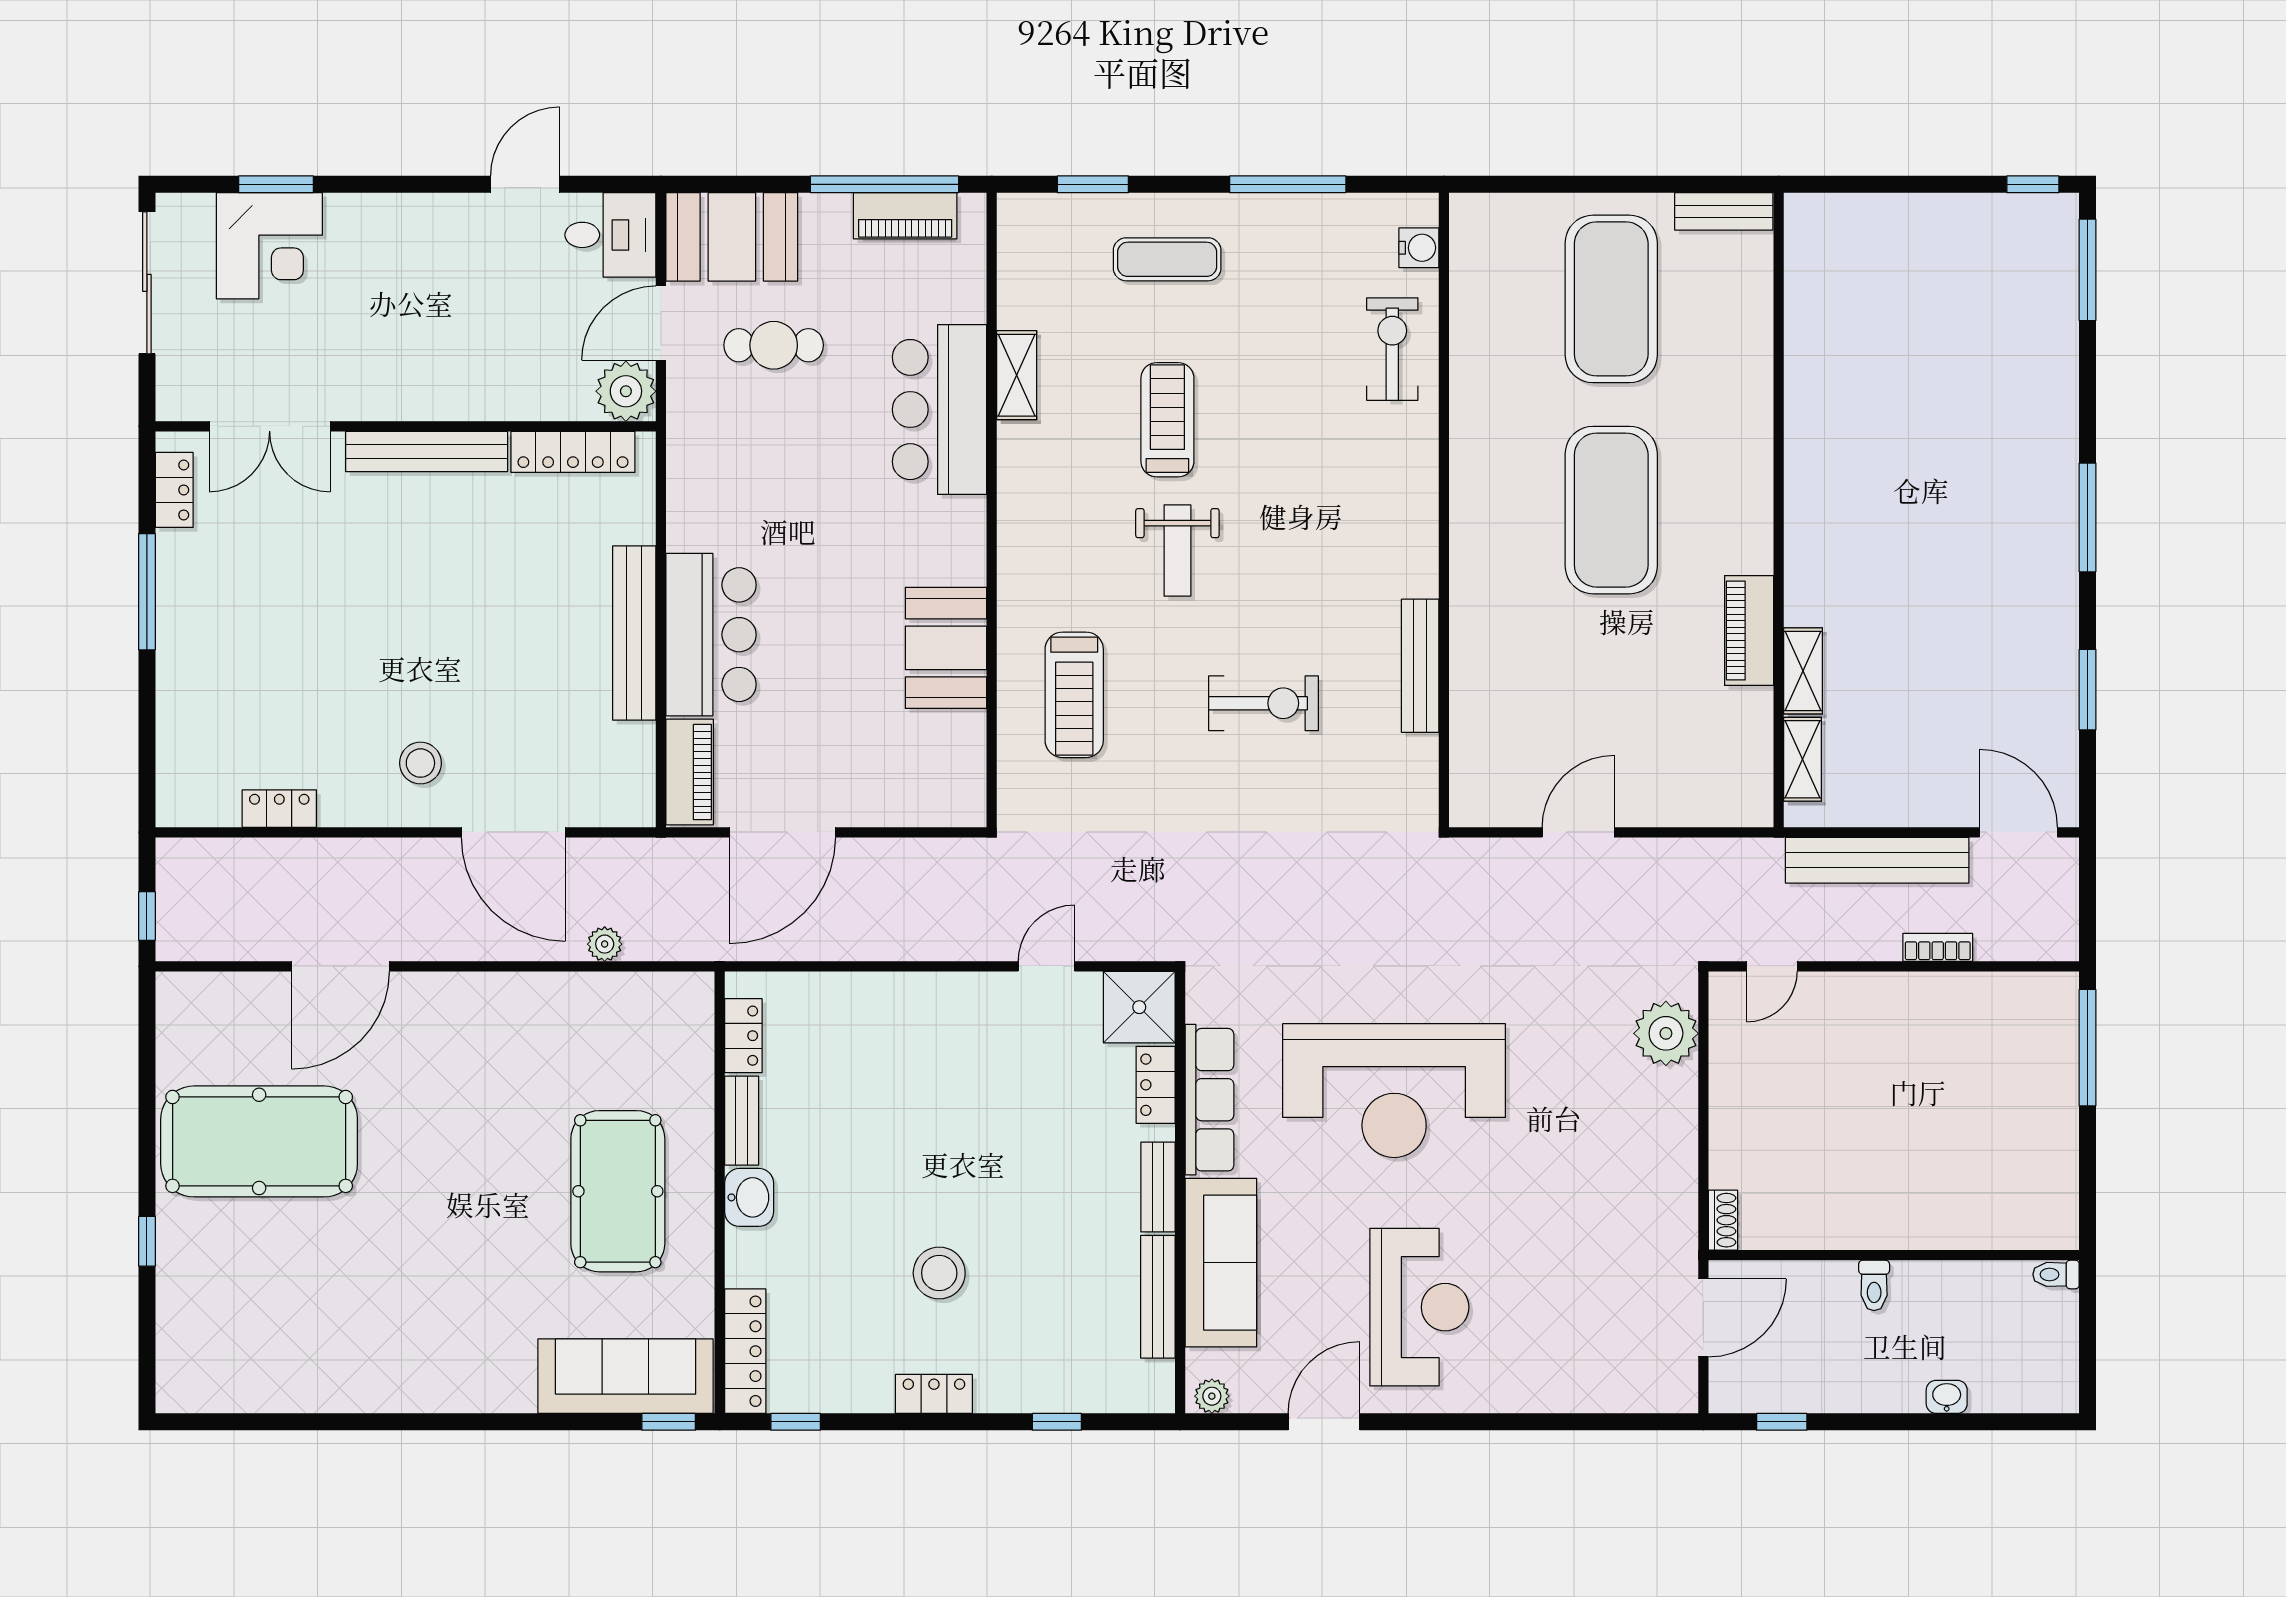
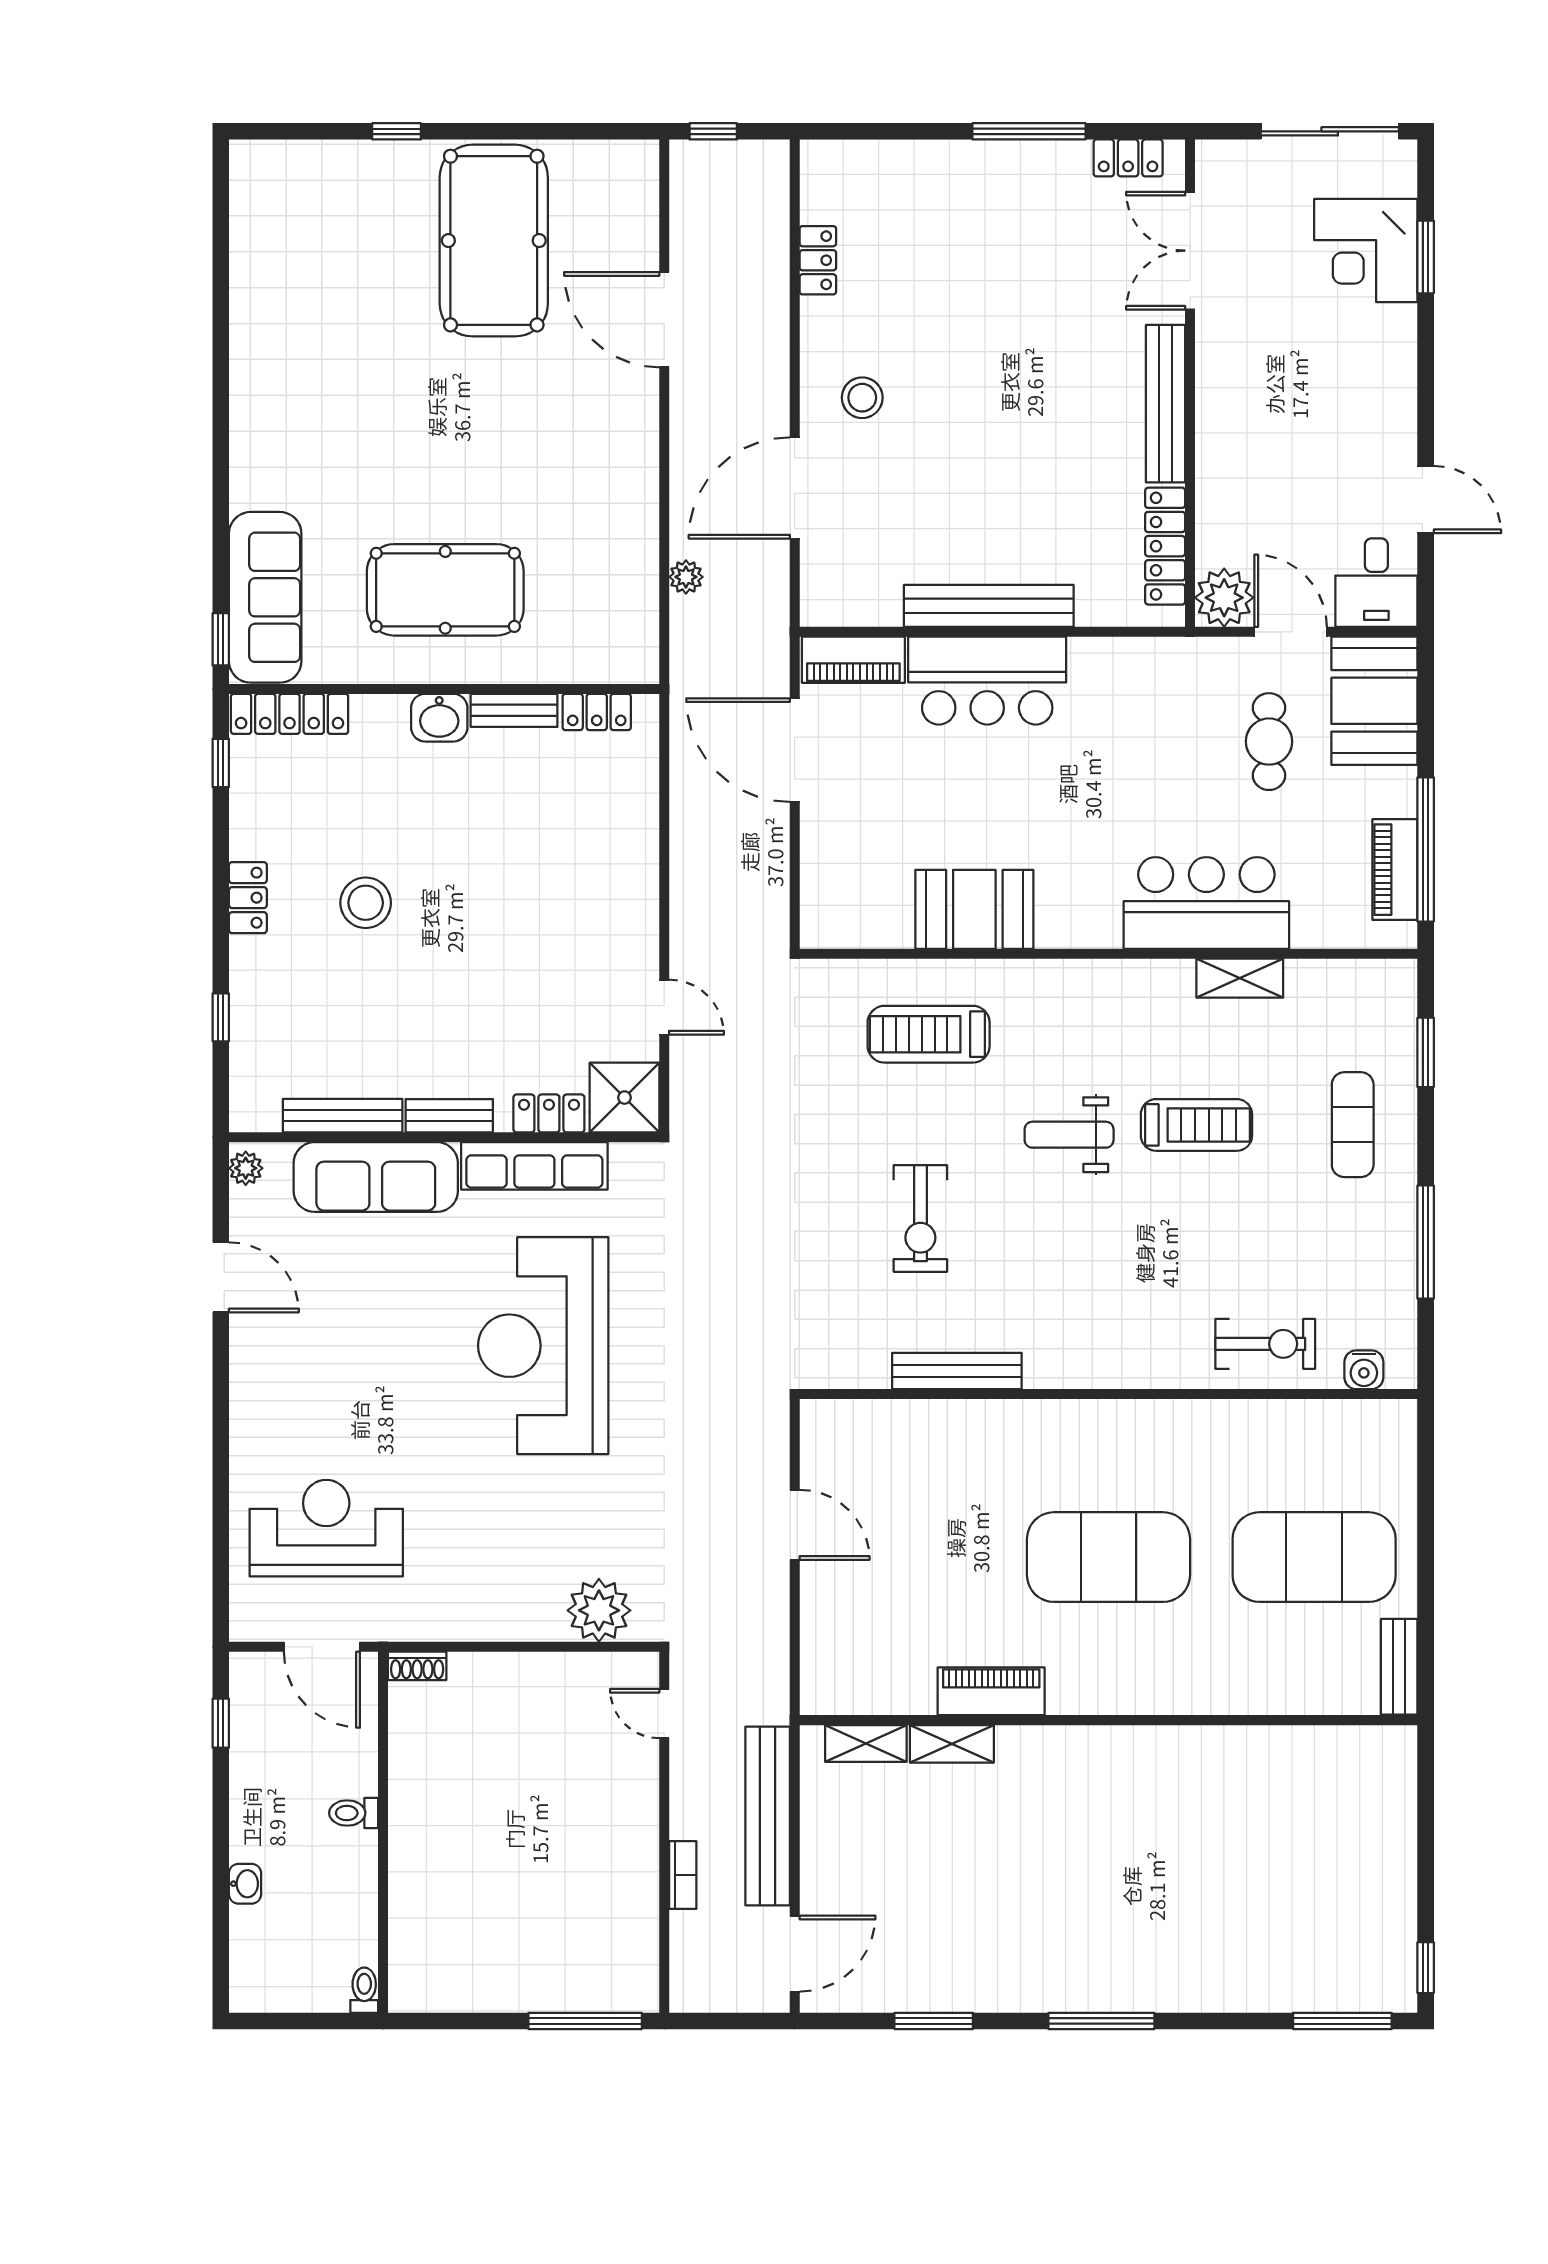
reception desk: (1419, 1307) -> (326, 1528), moved, turned 180

